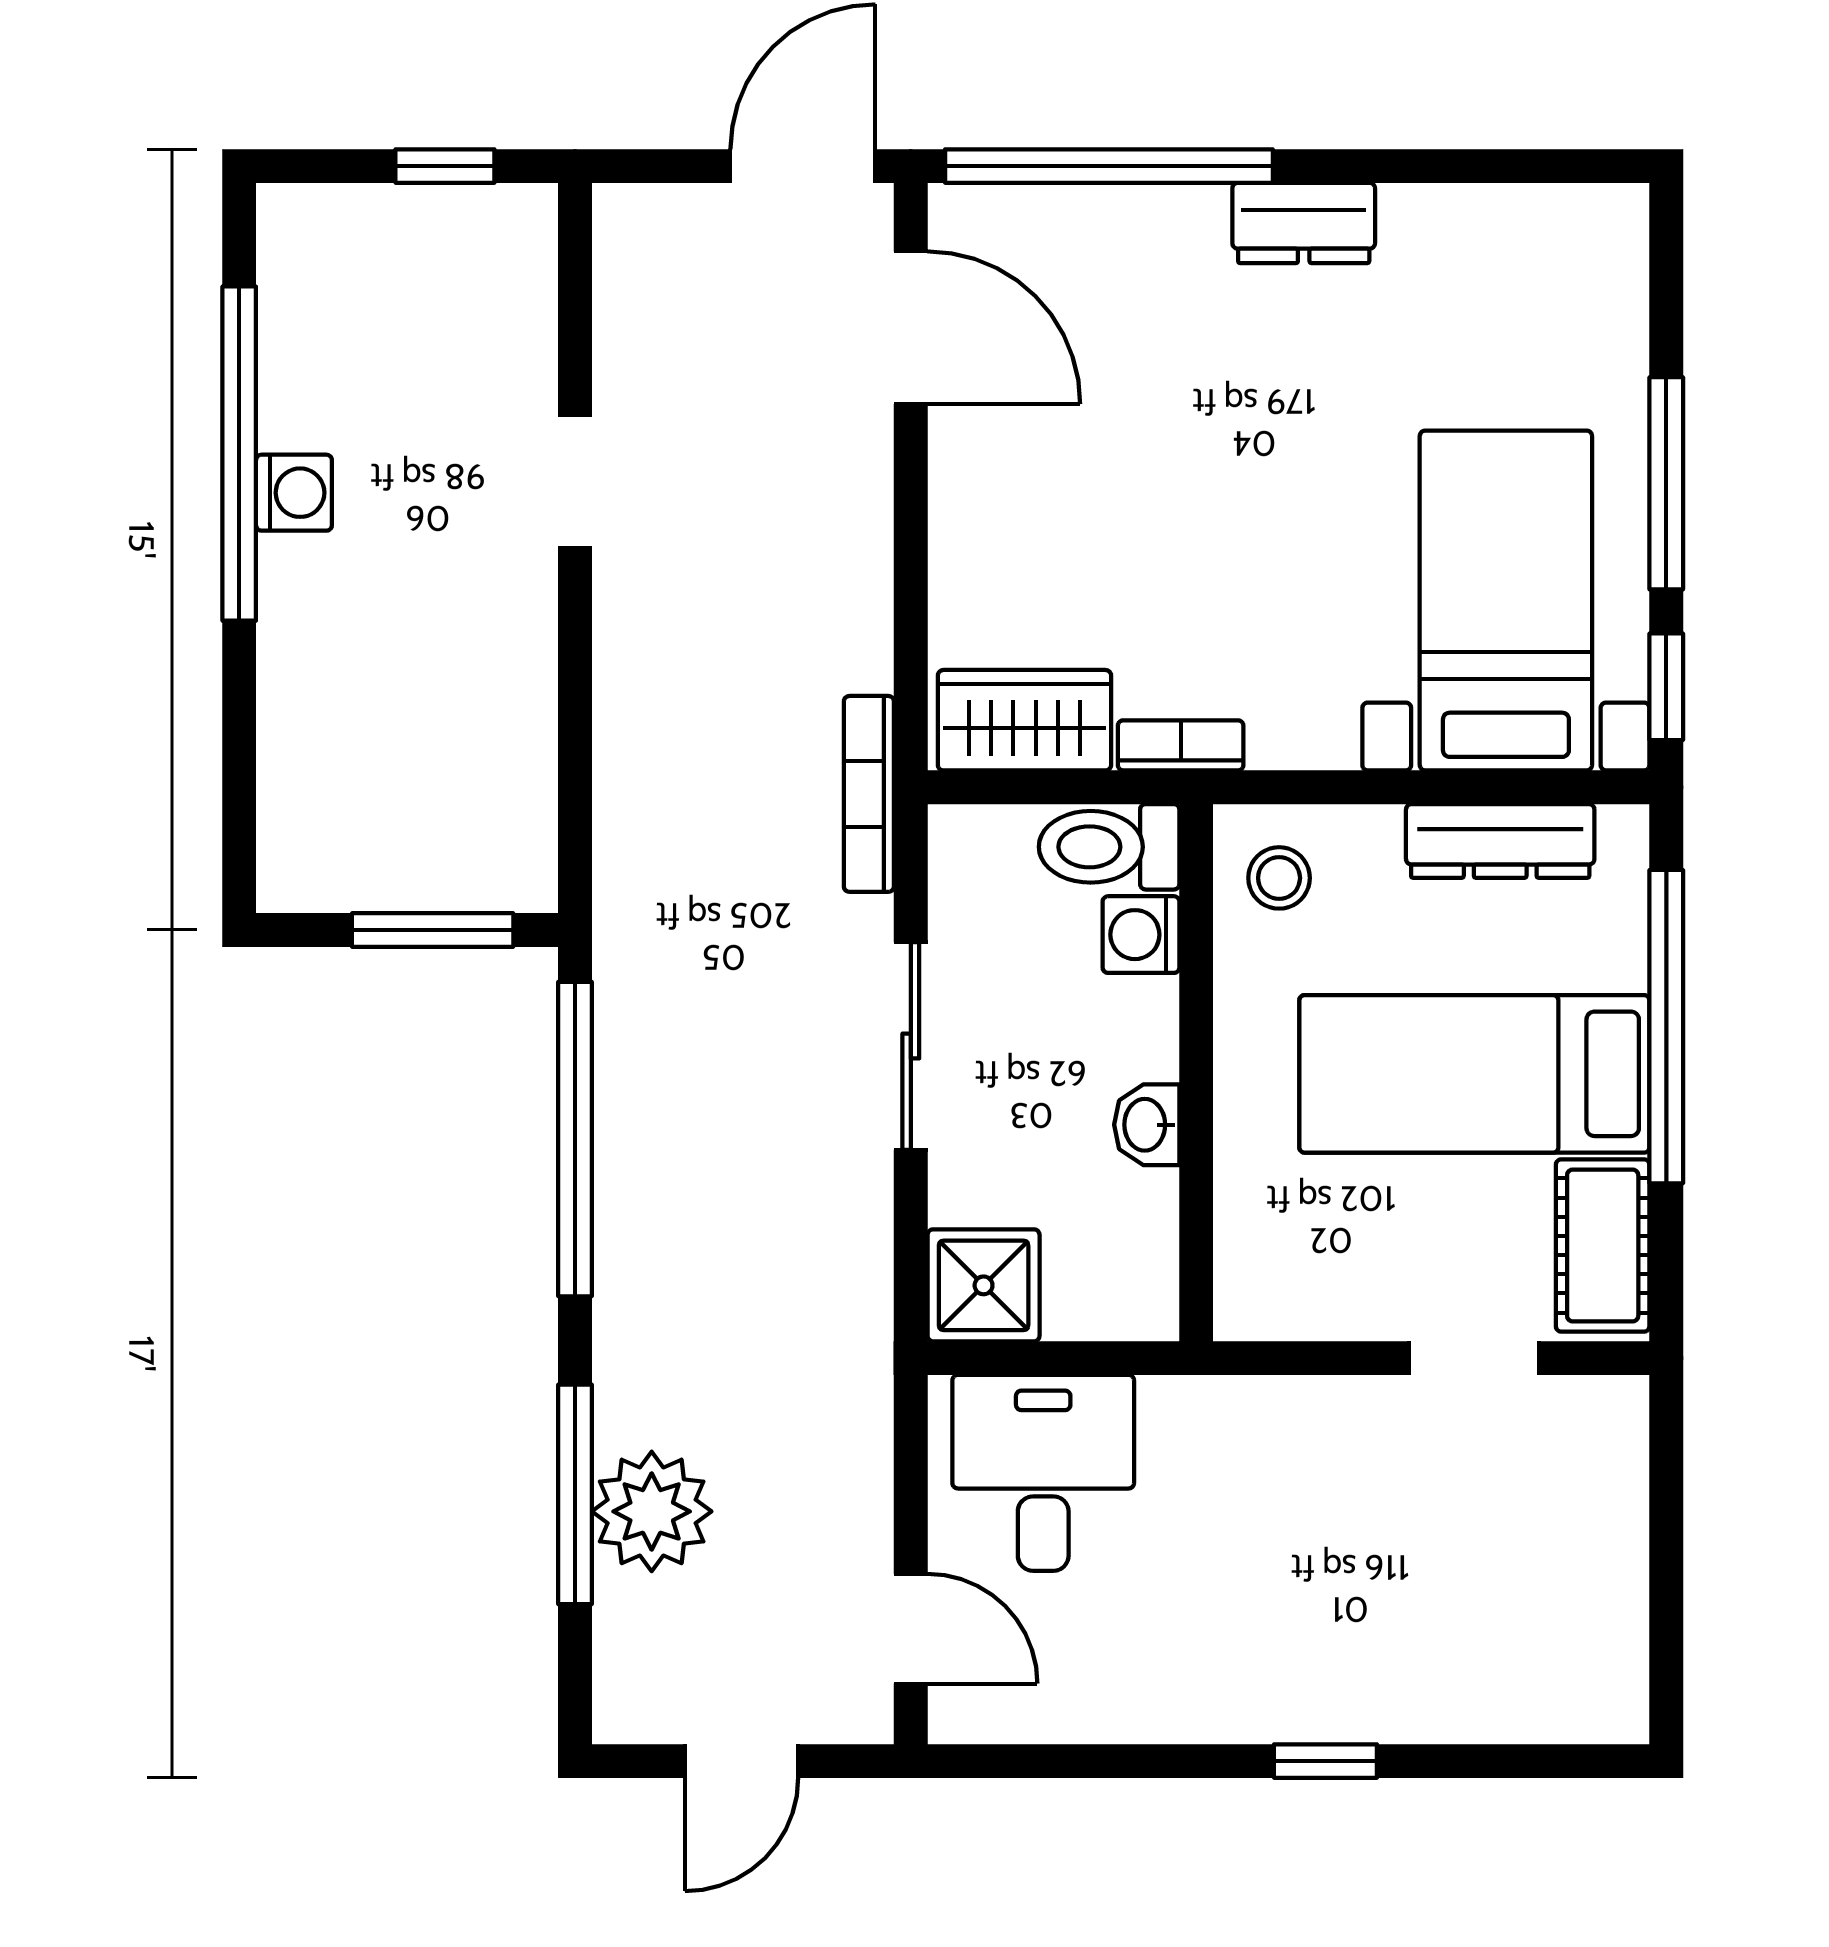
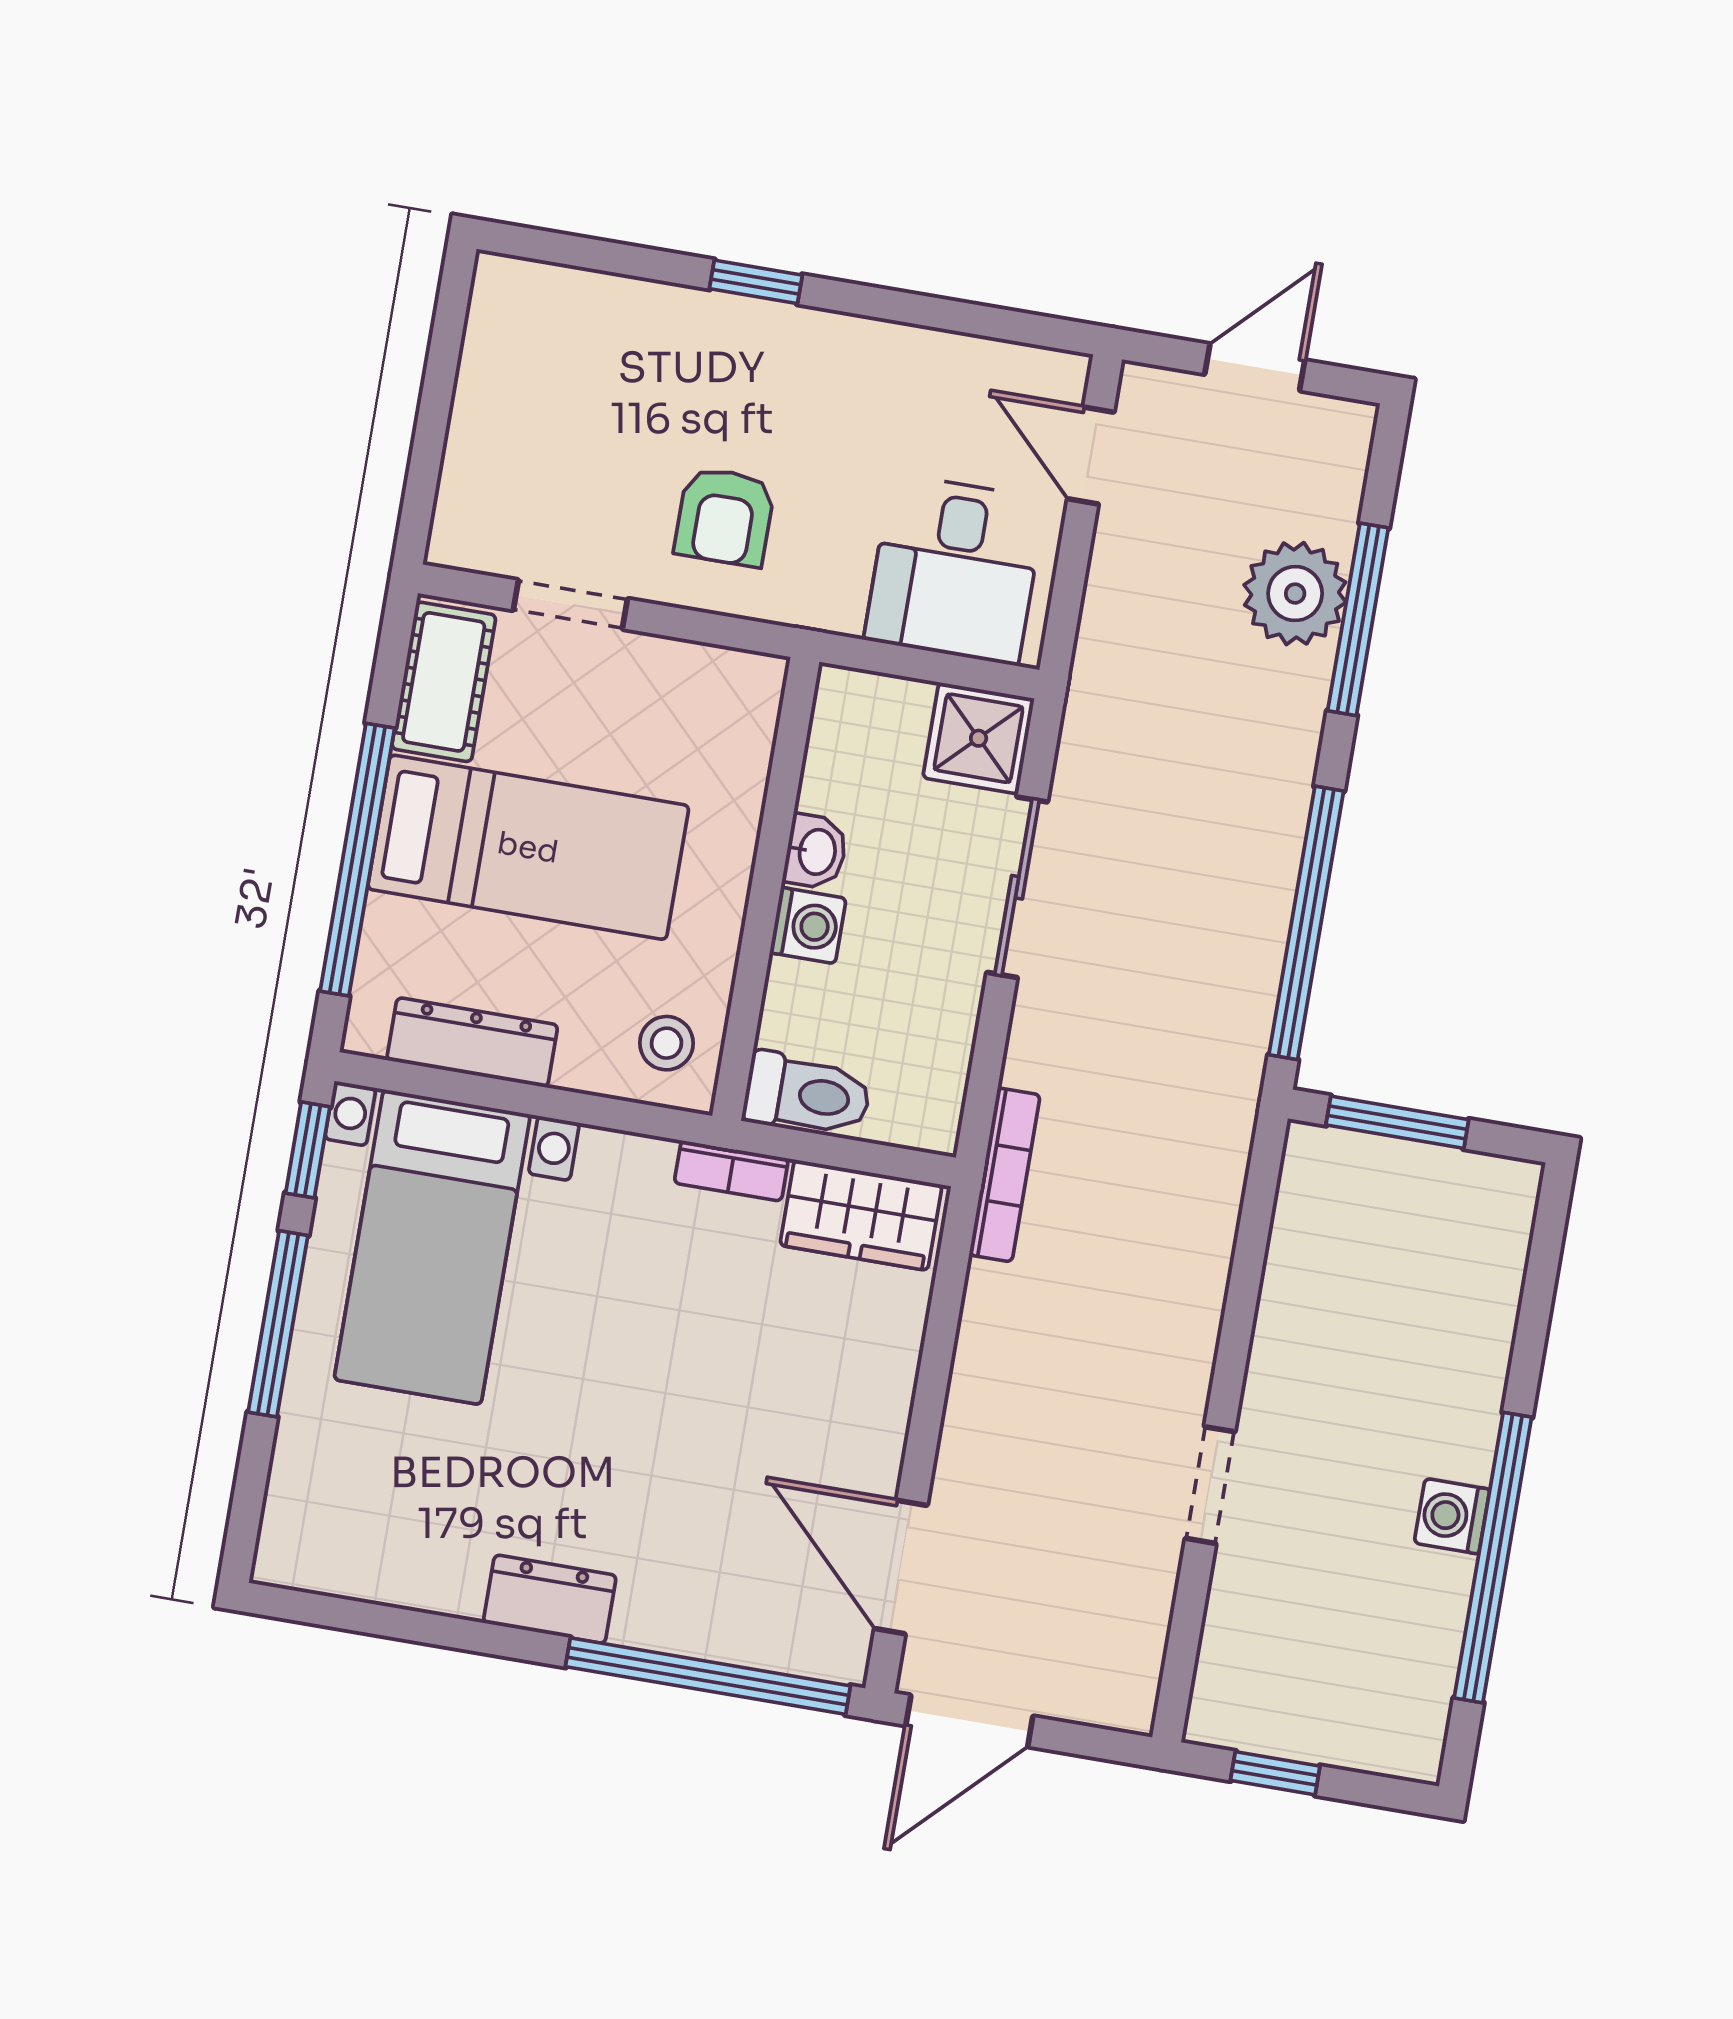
washing machine: (1141, 935) -> (808, 926), moved
sliding door: (911, 1046) -> (1017, 887), moved
armchair: (1315, 1488) -> (725, 517), added

